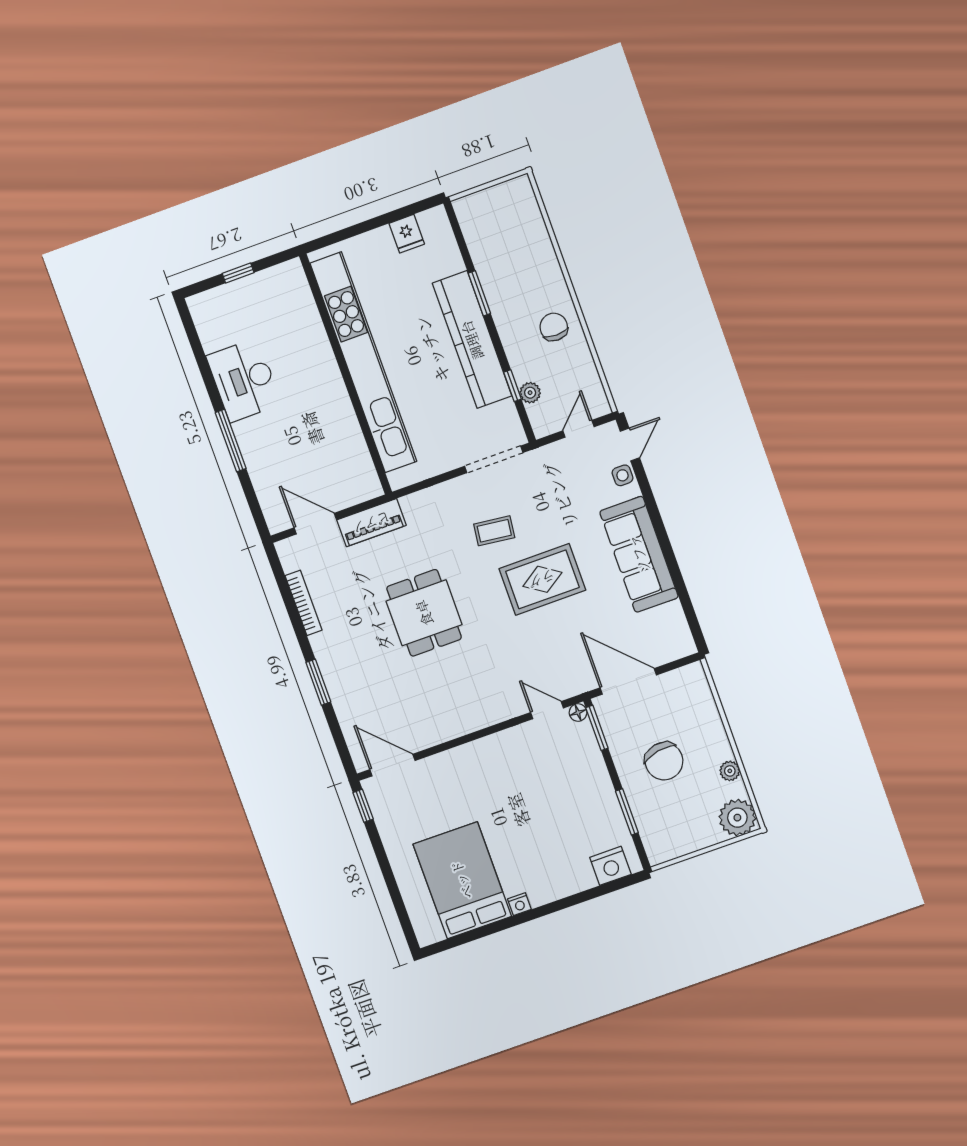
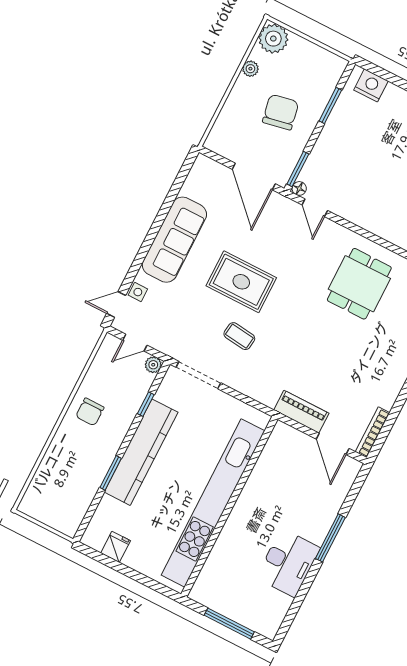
window: (238, 273) -> (229, 624), width x2.17
plant: (530, 393) -> (153, 365), moved
bookcase: (304, 603) -> (373, 432), moved
dining table: (424, 613) -> (359, 284), moved

